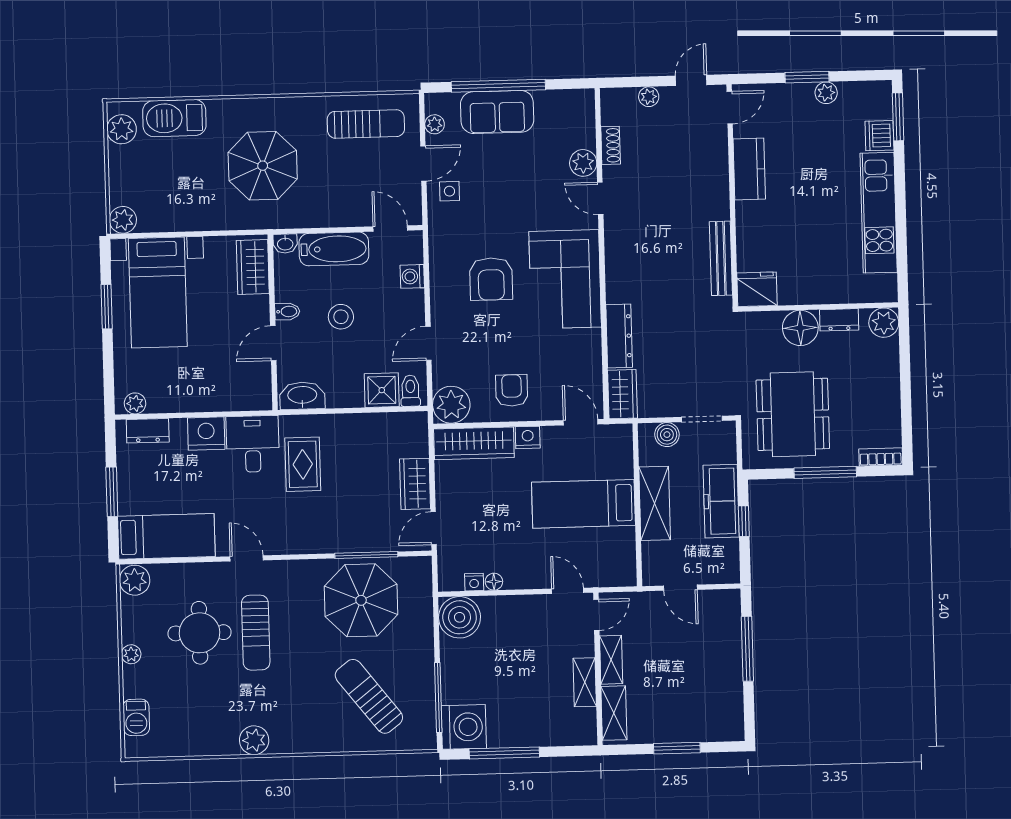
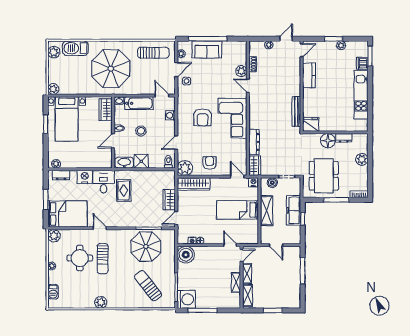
parasol: (263, 166) -> (111, 69), width x1.36, depth x1.36
plant: (884, 323) -> (362, 159), moved
shower: (382, 390) -> (141, 161), moved
nightstand: (528, 437) -> (253, 182), moved
bed: (166, 536) -> (67, 214), width x1.50

